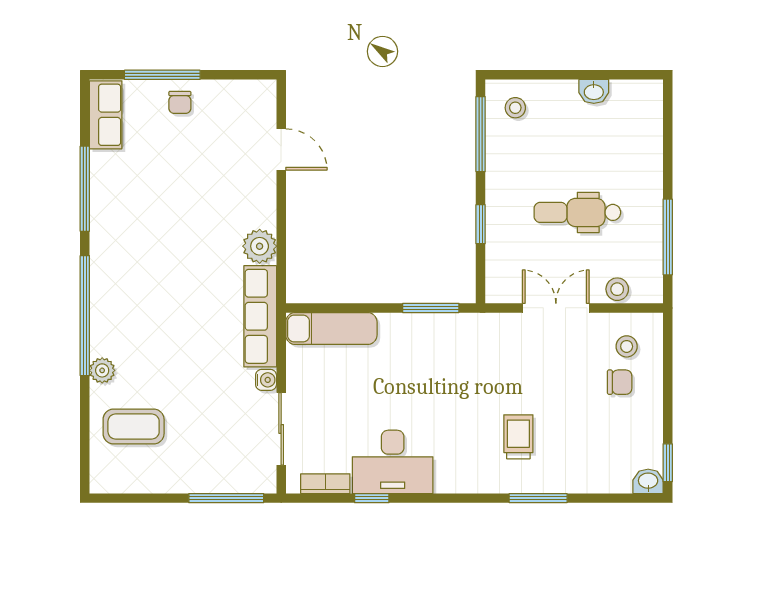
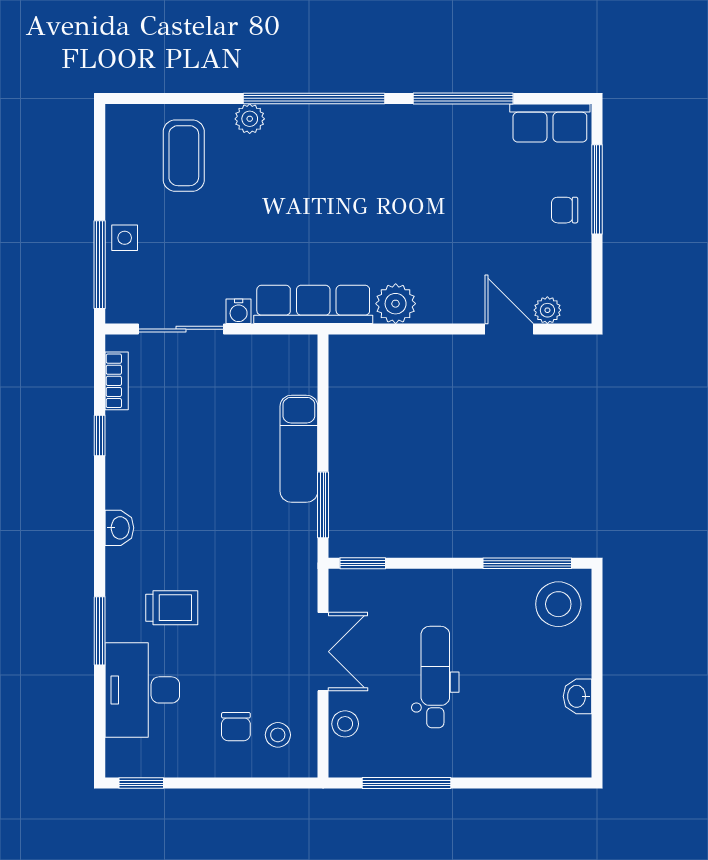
stool: (515, 108) -> (558, 604), width x1.89, depth x1.89
plant: (265, 117) -> (547, 310), added
door: (281, 149) -> (509, 329), swing flipped
window: (481, 224) -> (363, 563), moved
exam couch: (331, 329) -> (299, 449), moved
desk: (393, 462) -> (142, 690), moved
side table: (203, 477) -> (125, 238), added
washbasin: (648, 481) -> (119, 528), moved

